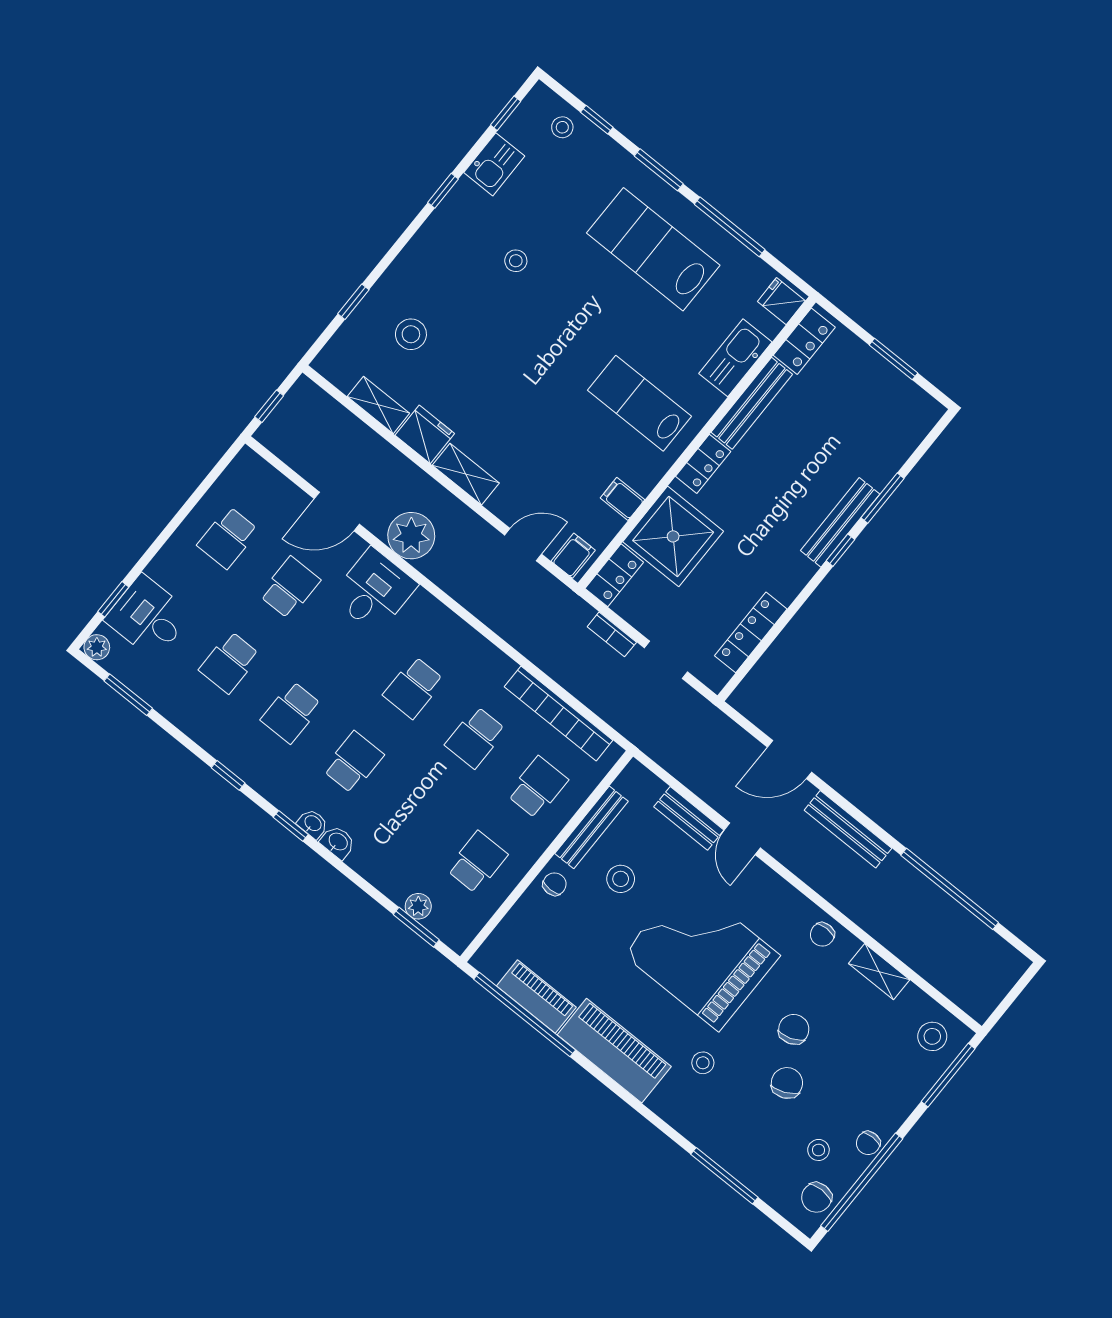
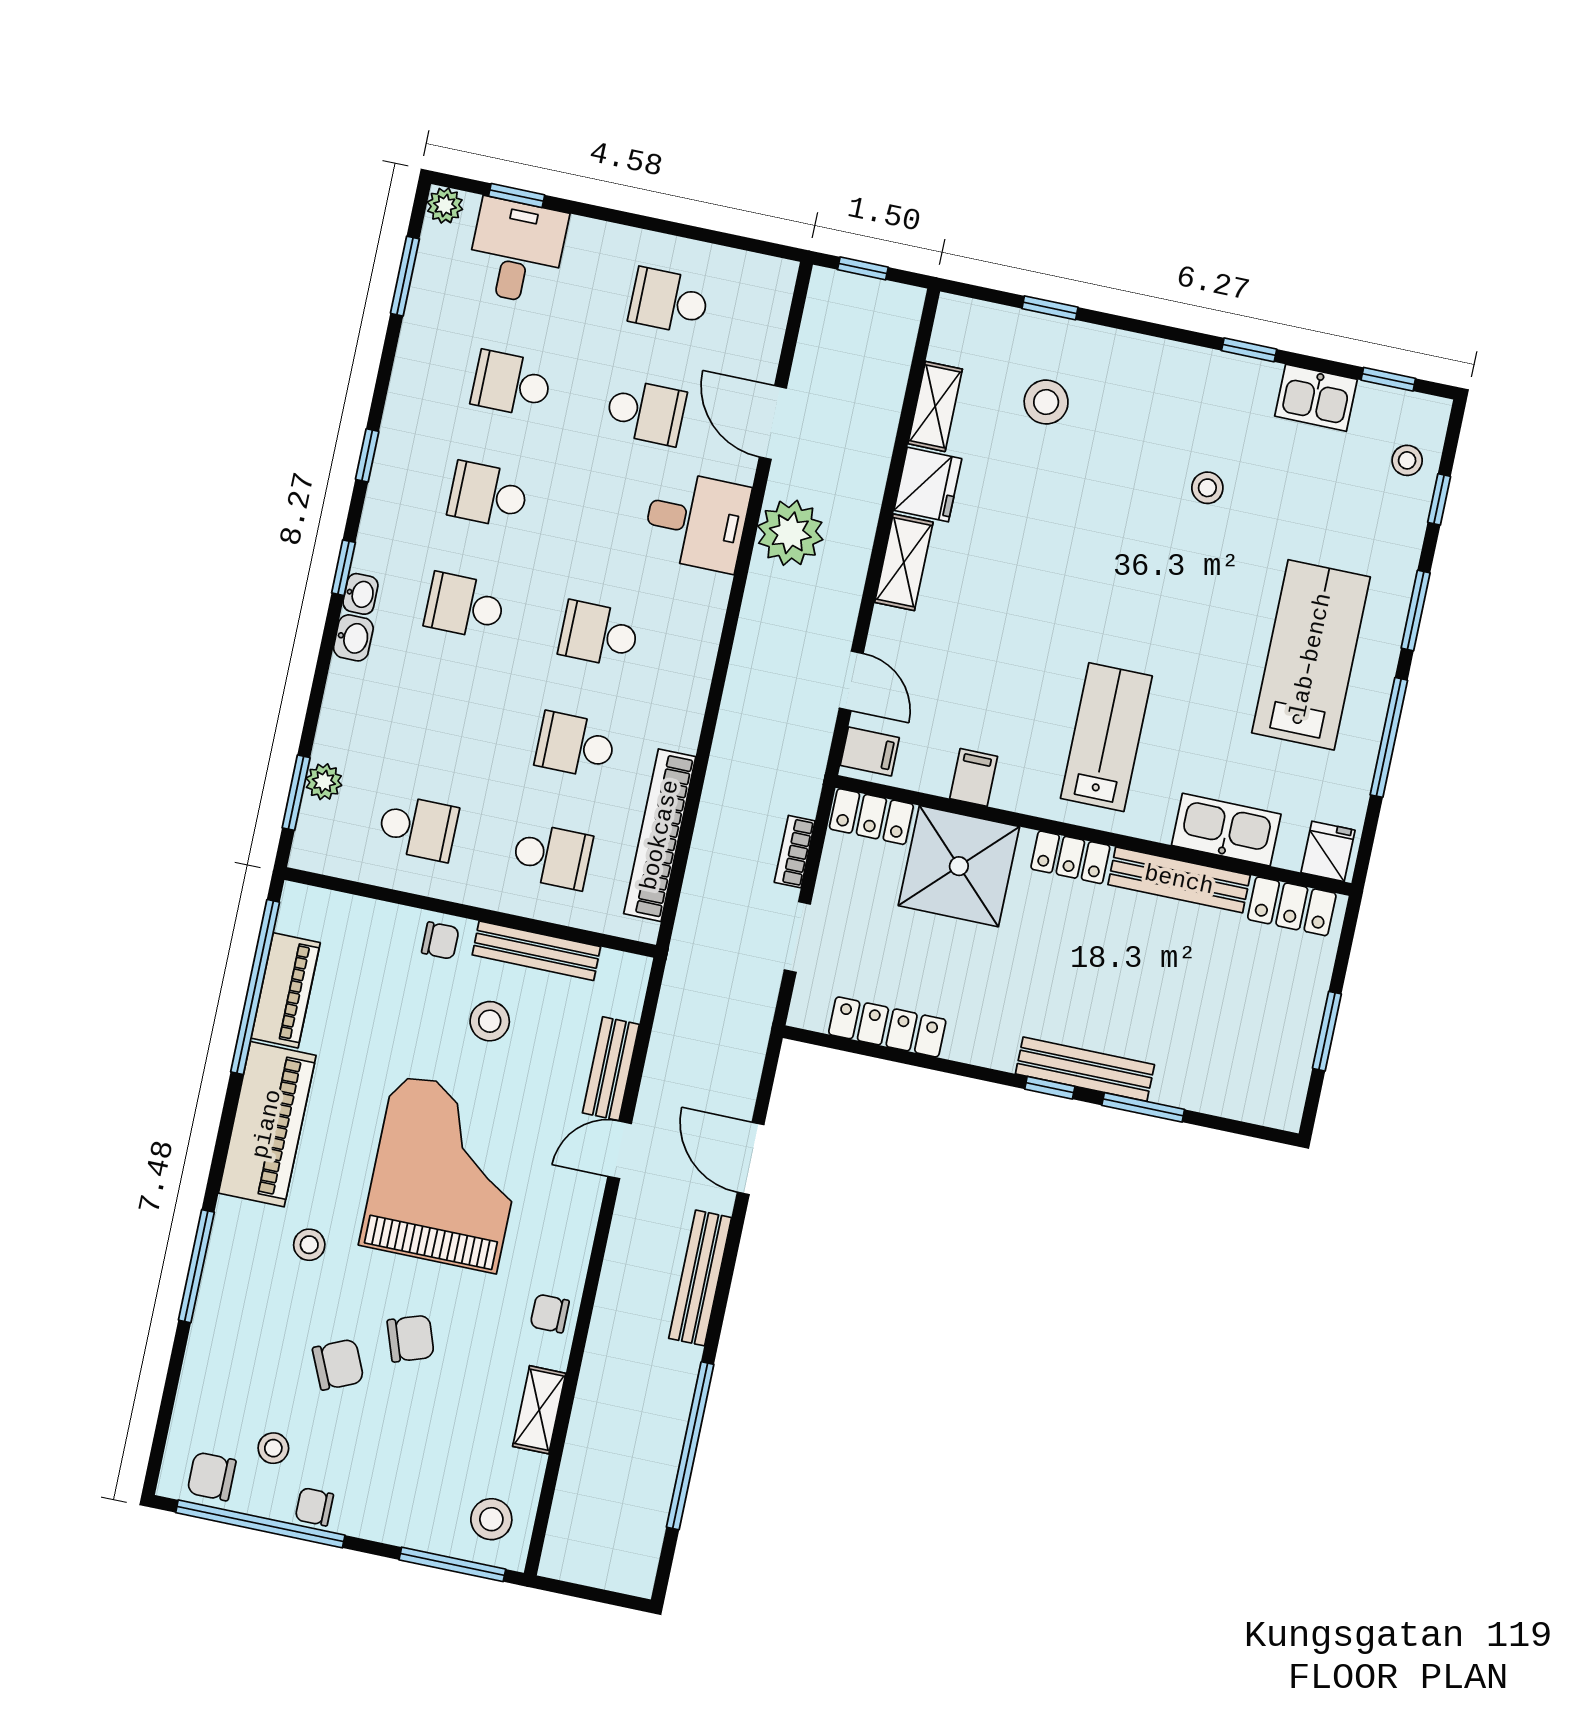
school desk: (353, 762) -> (465, 606), turned 180
window: (724, 1176) -> (196, 1266), moved

